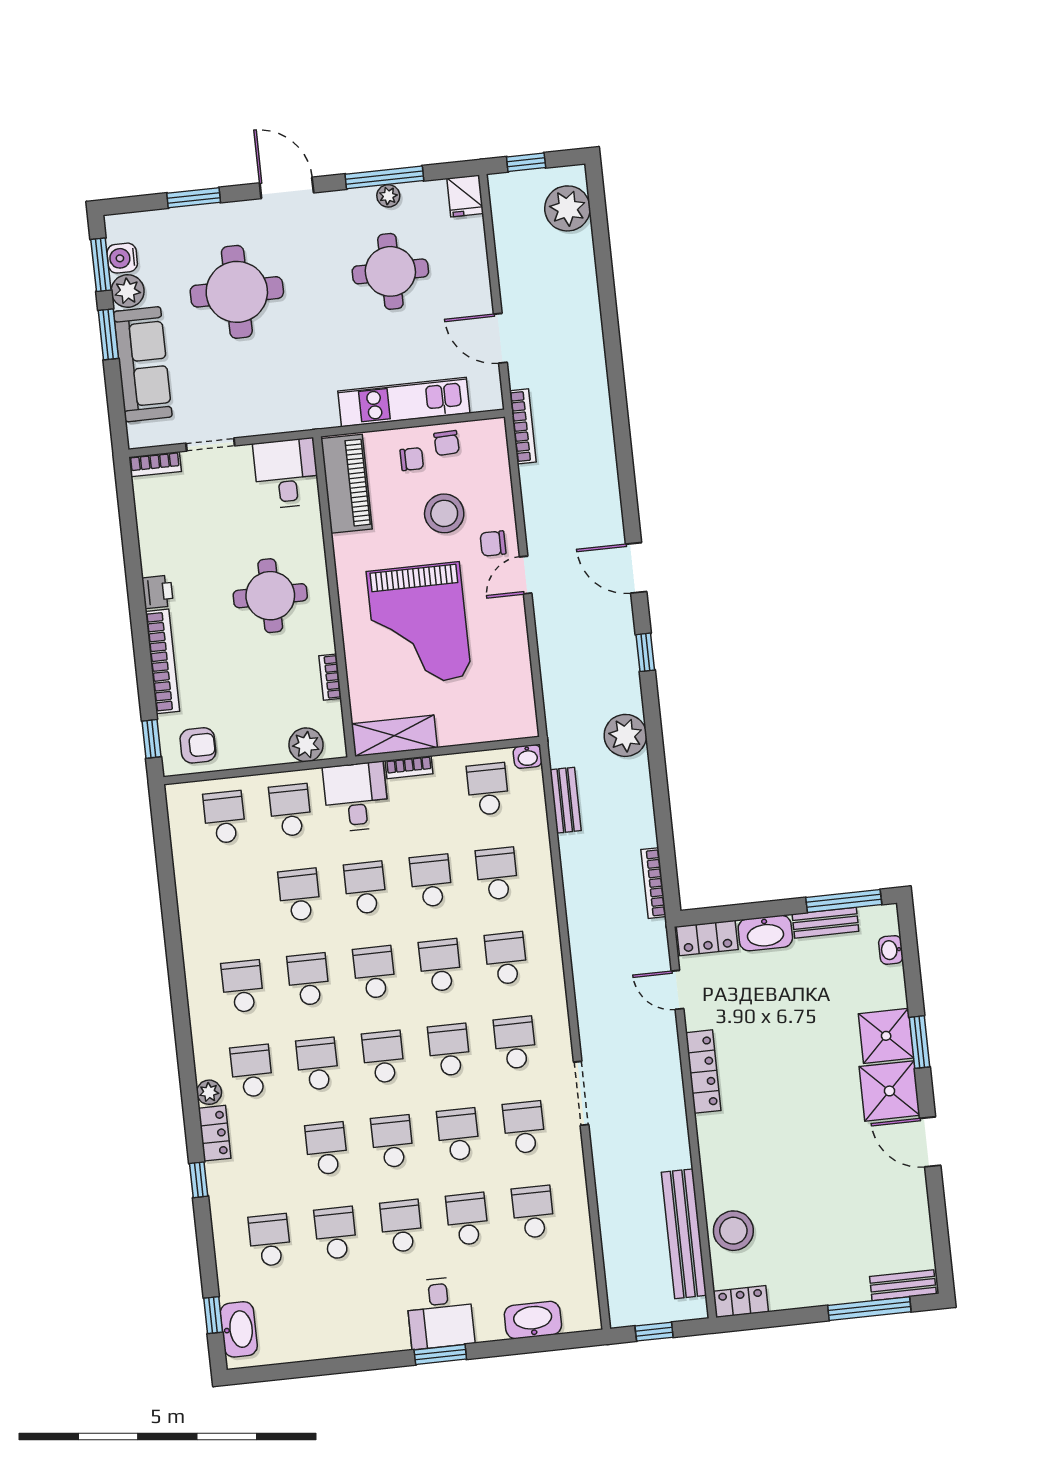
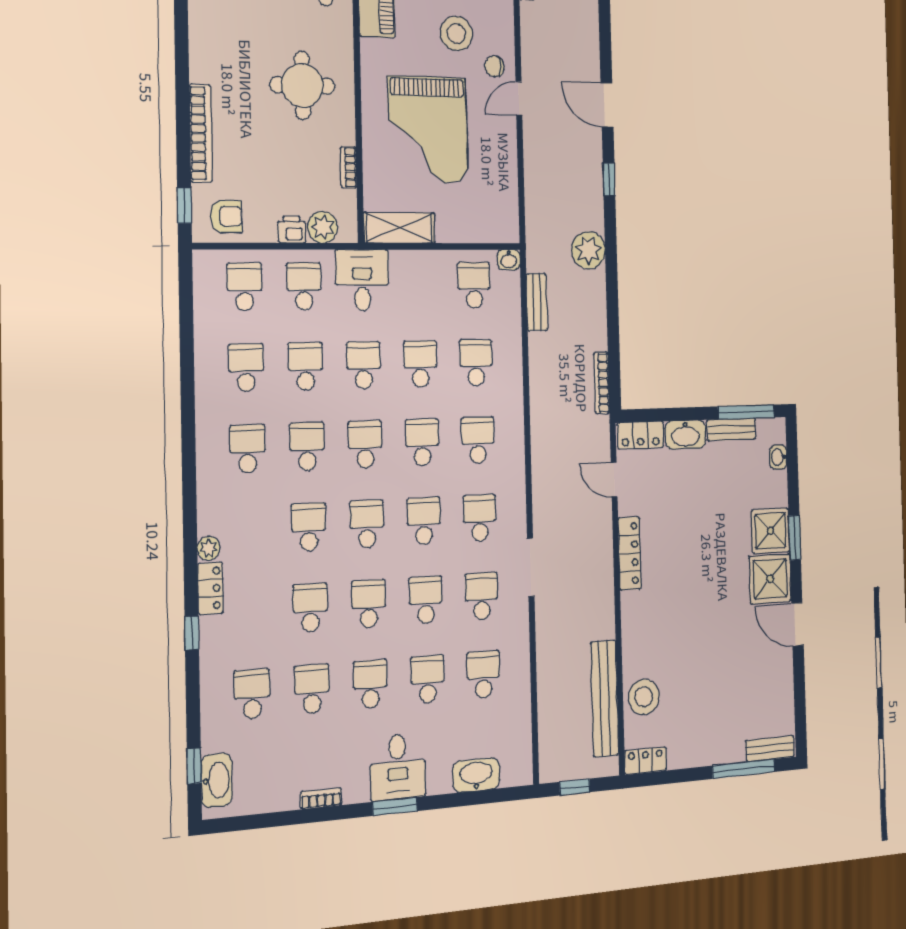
printer: (158, 592) -> (292, 230), moved, turned -90
bookcase: (409, 767) -> (321, 799), moved, turned 180
school desk: (252, 1071) -> (246, 368), moved

